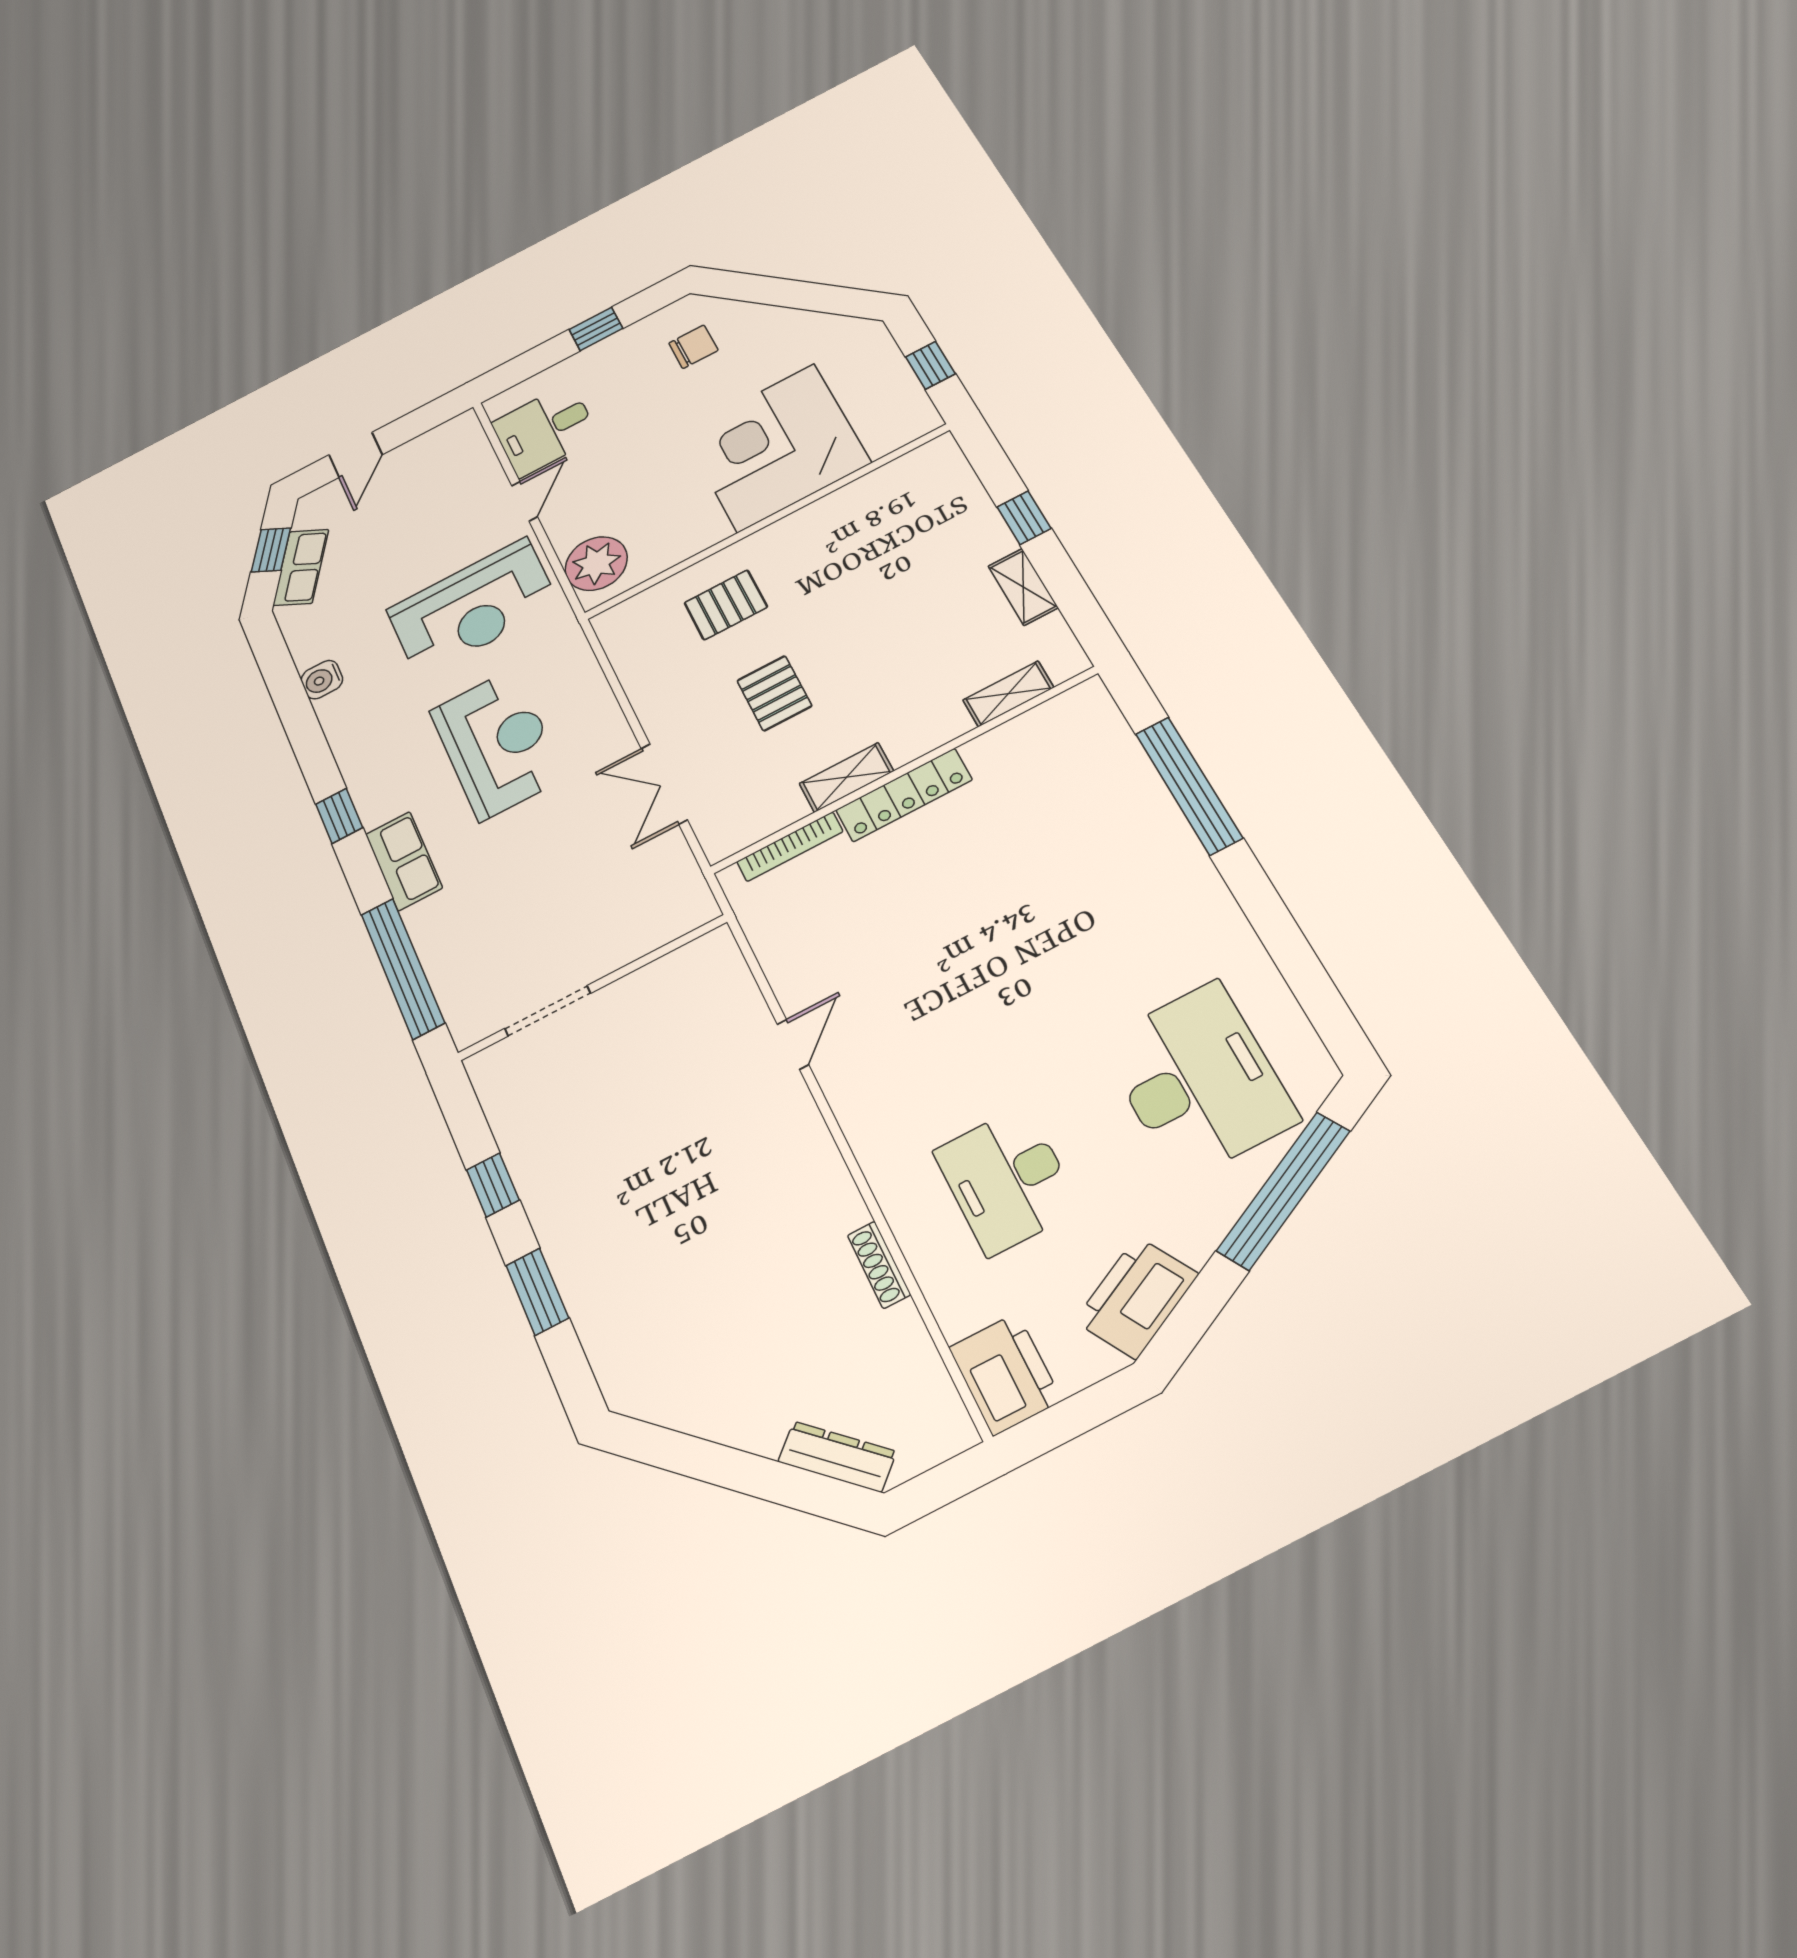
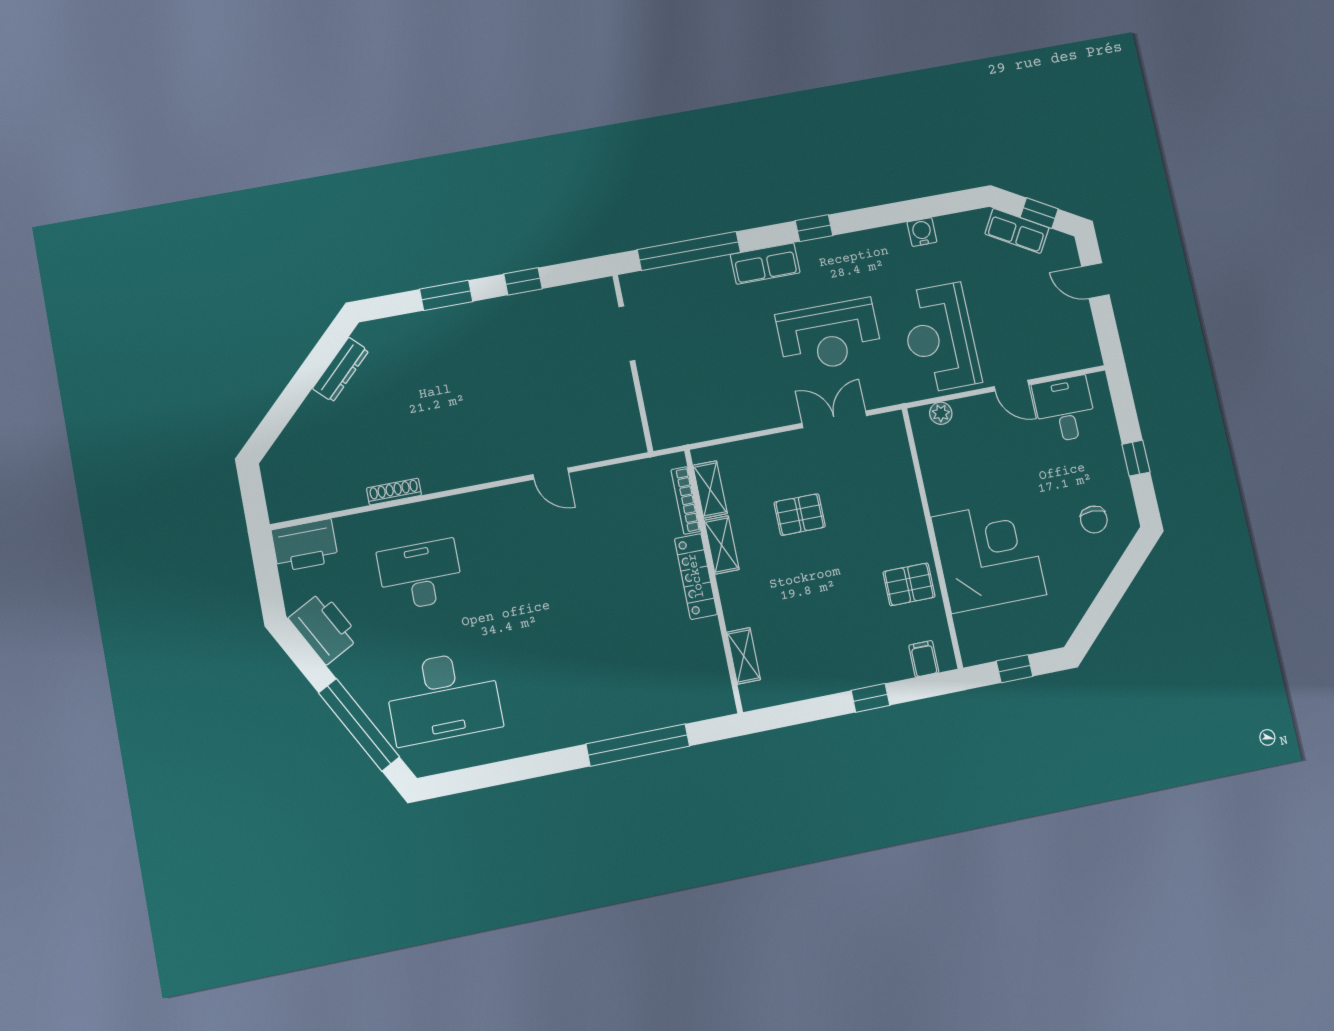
filing cabinet: (947, 474) -> (924, 659), added
plant: (596, 564) -> (941, 413), width x0.53, depth x0.53
shelving: (1023, 587) -> (710, 489), moved, turned 90
pallet: (726, 605) -> (909, 584), moved, turned 90
double door: (664, 784) -> (834, 419), moved
dresser: (837, 1457) -> (341, 370), moved

